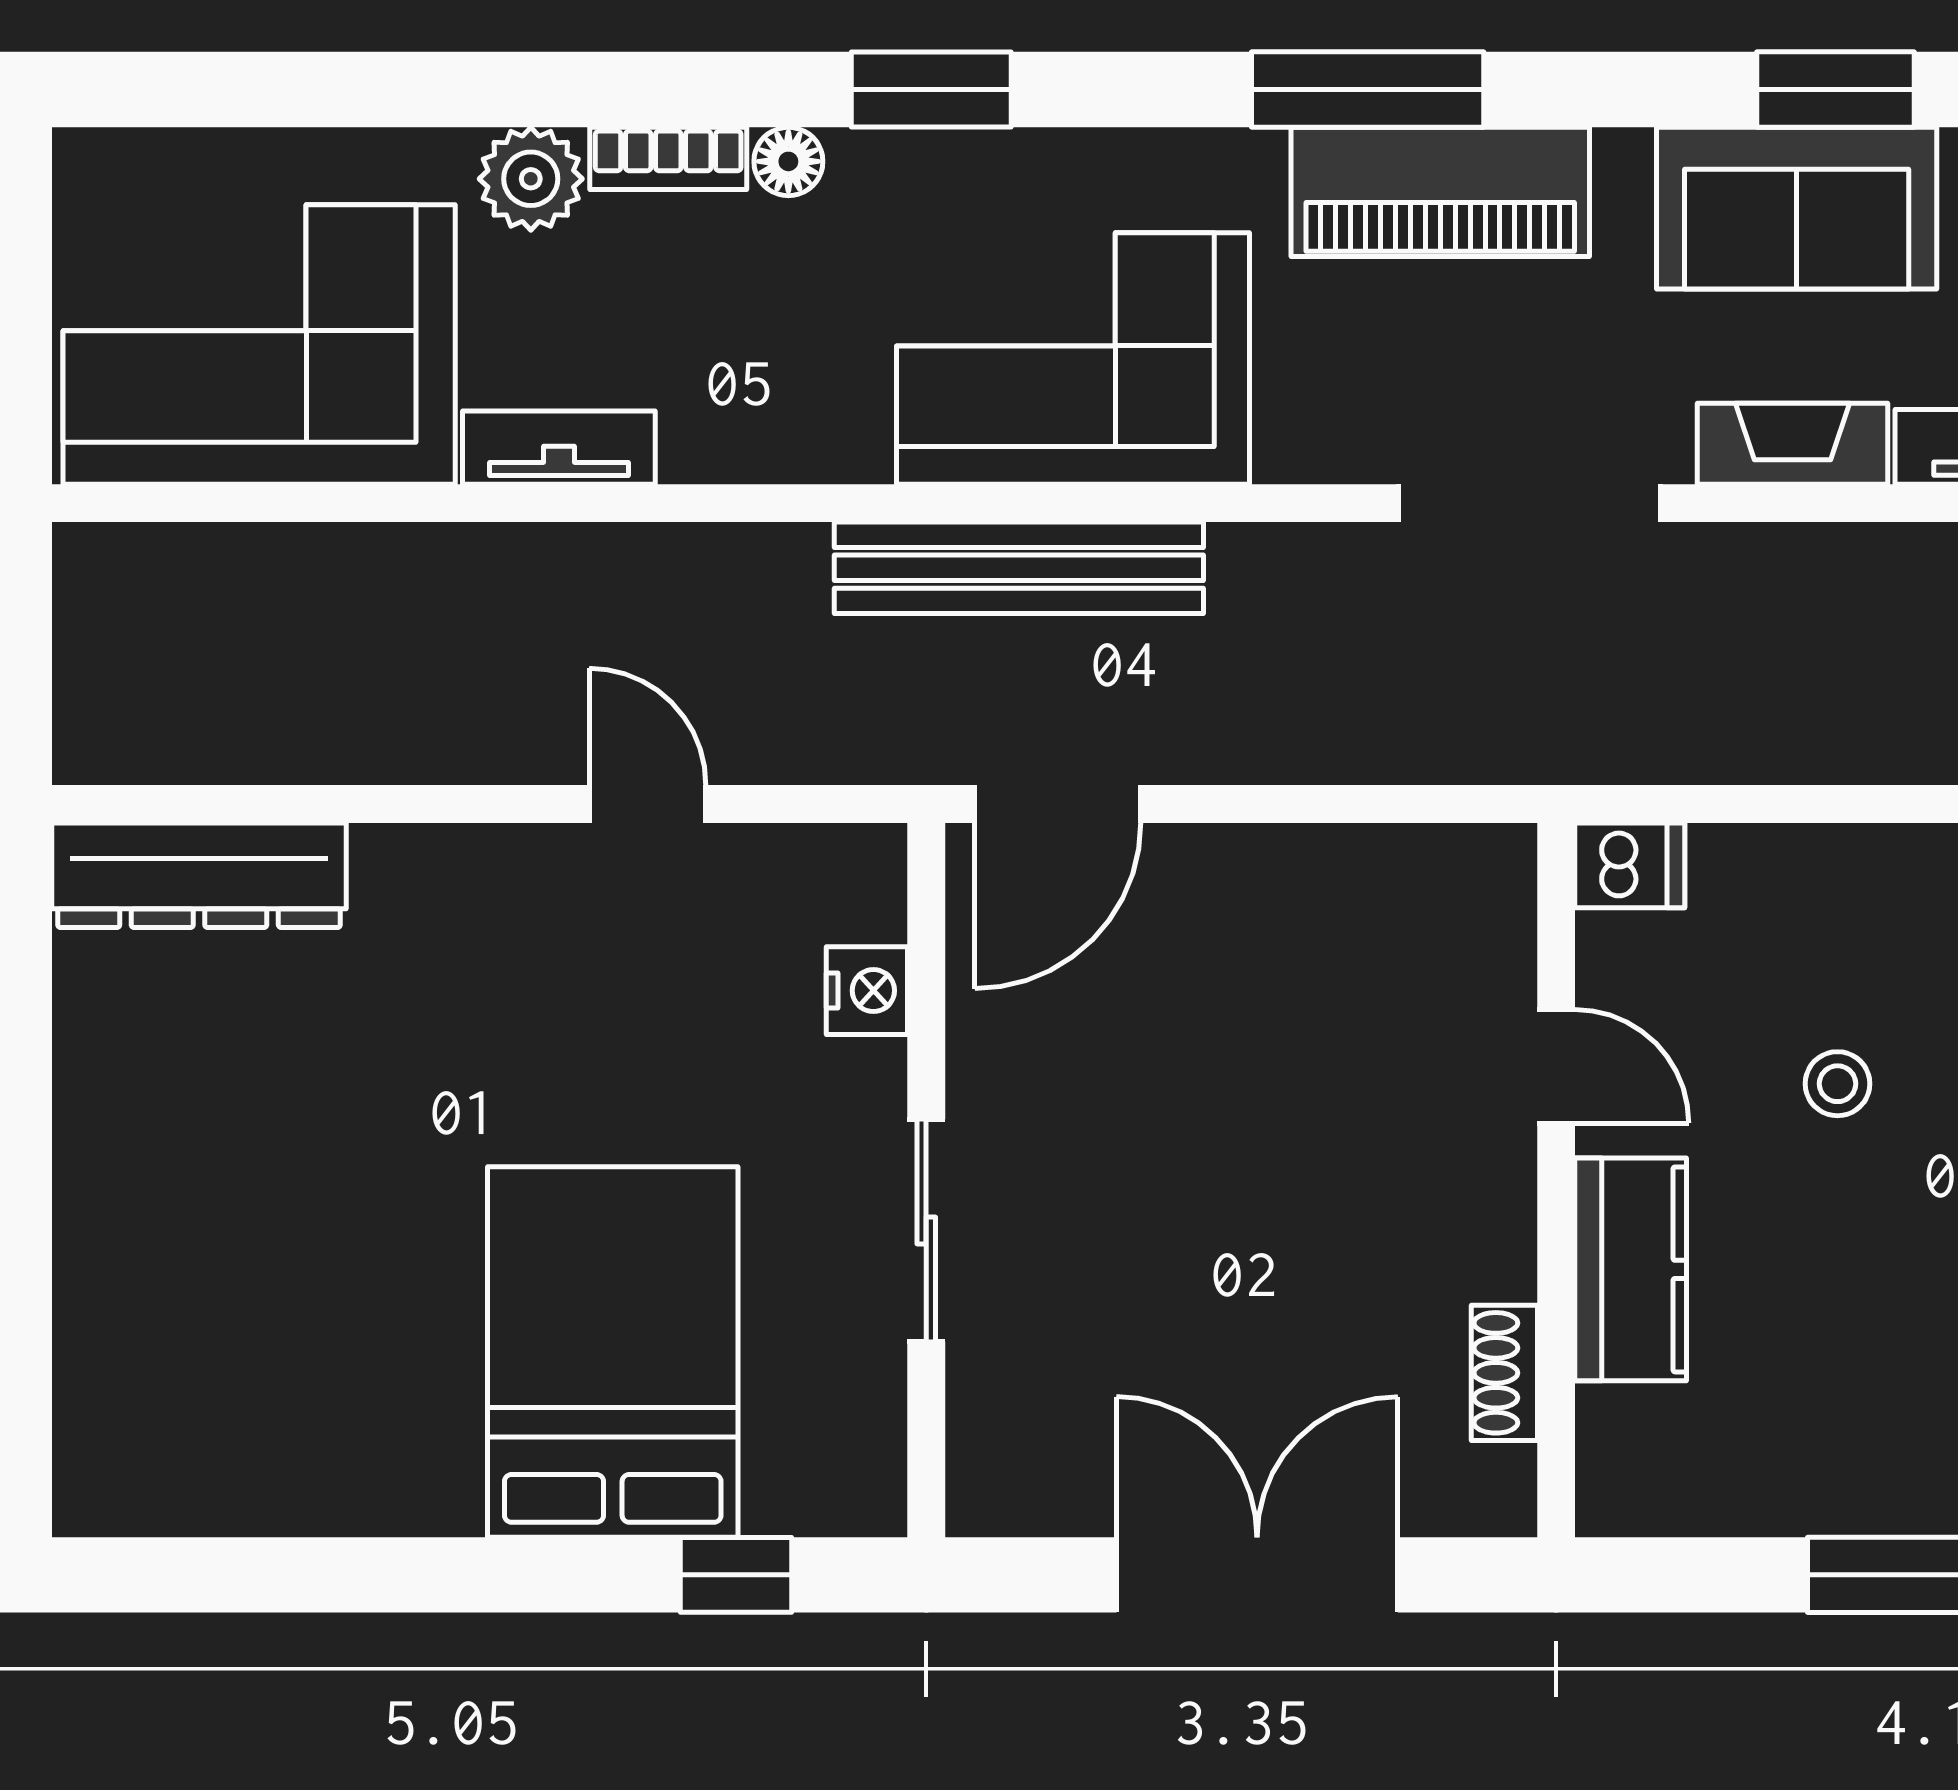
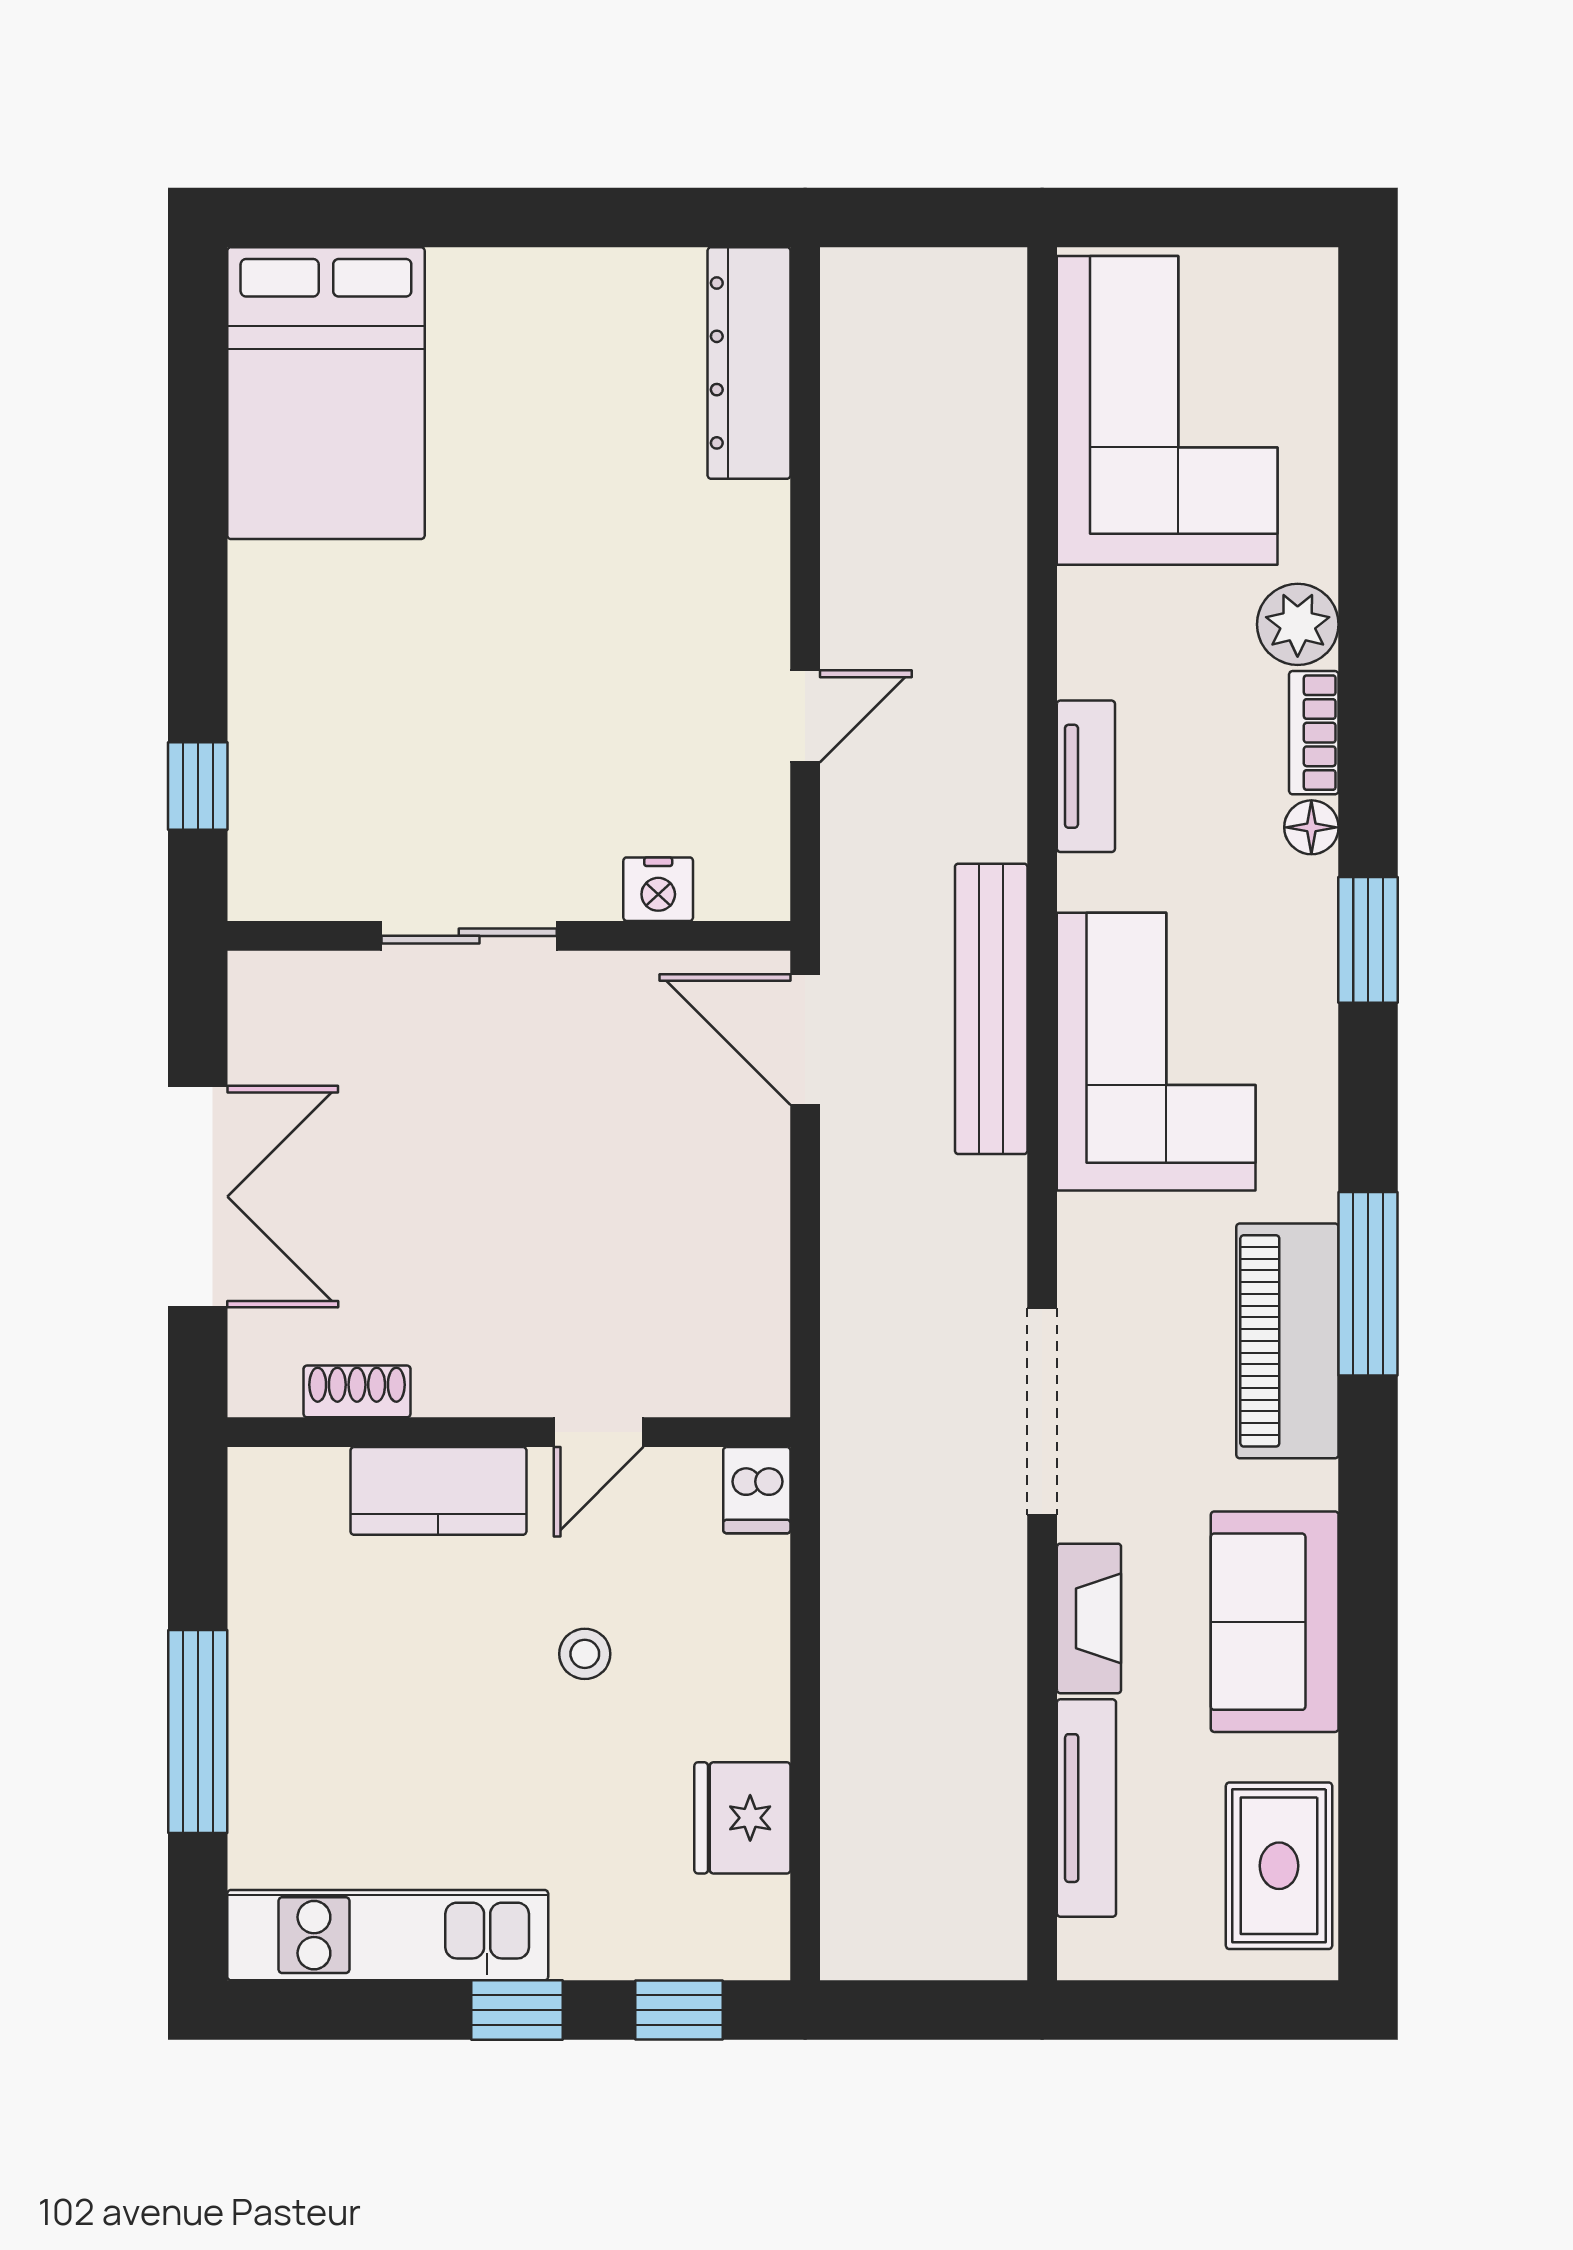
window: (1836, 89) -> (1368, 1652), removed
tv unit: (559, 448) -> (1086, 776), moved
bed: (613, 1352) -> (326, 393), moved, turned 90

